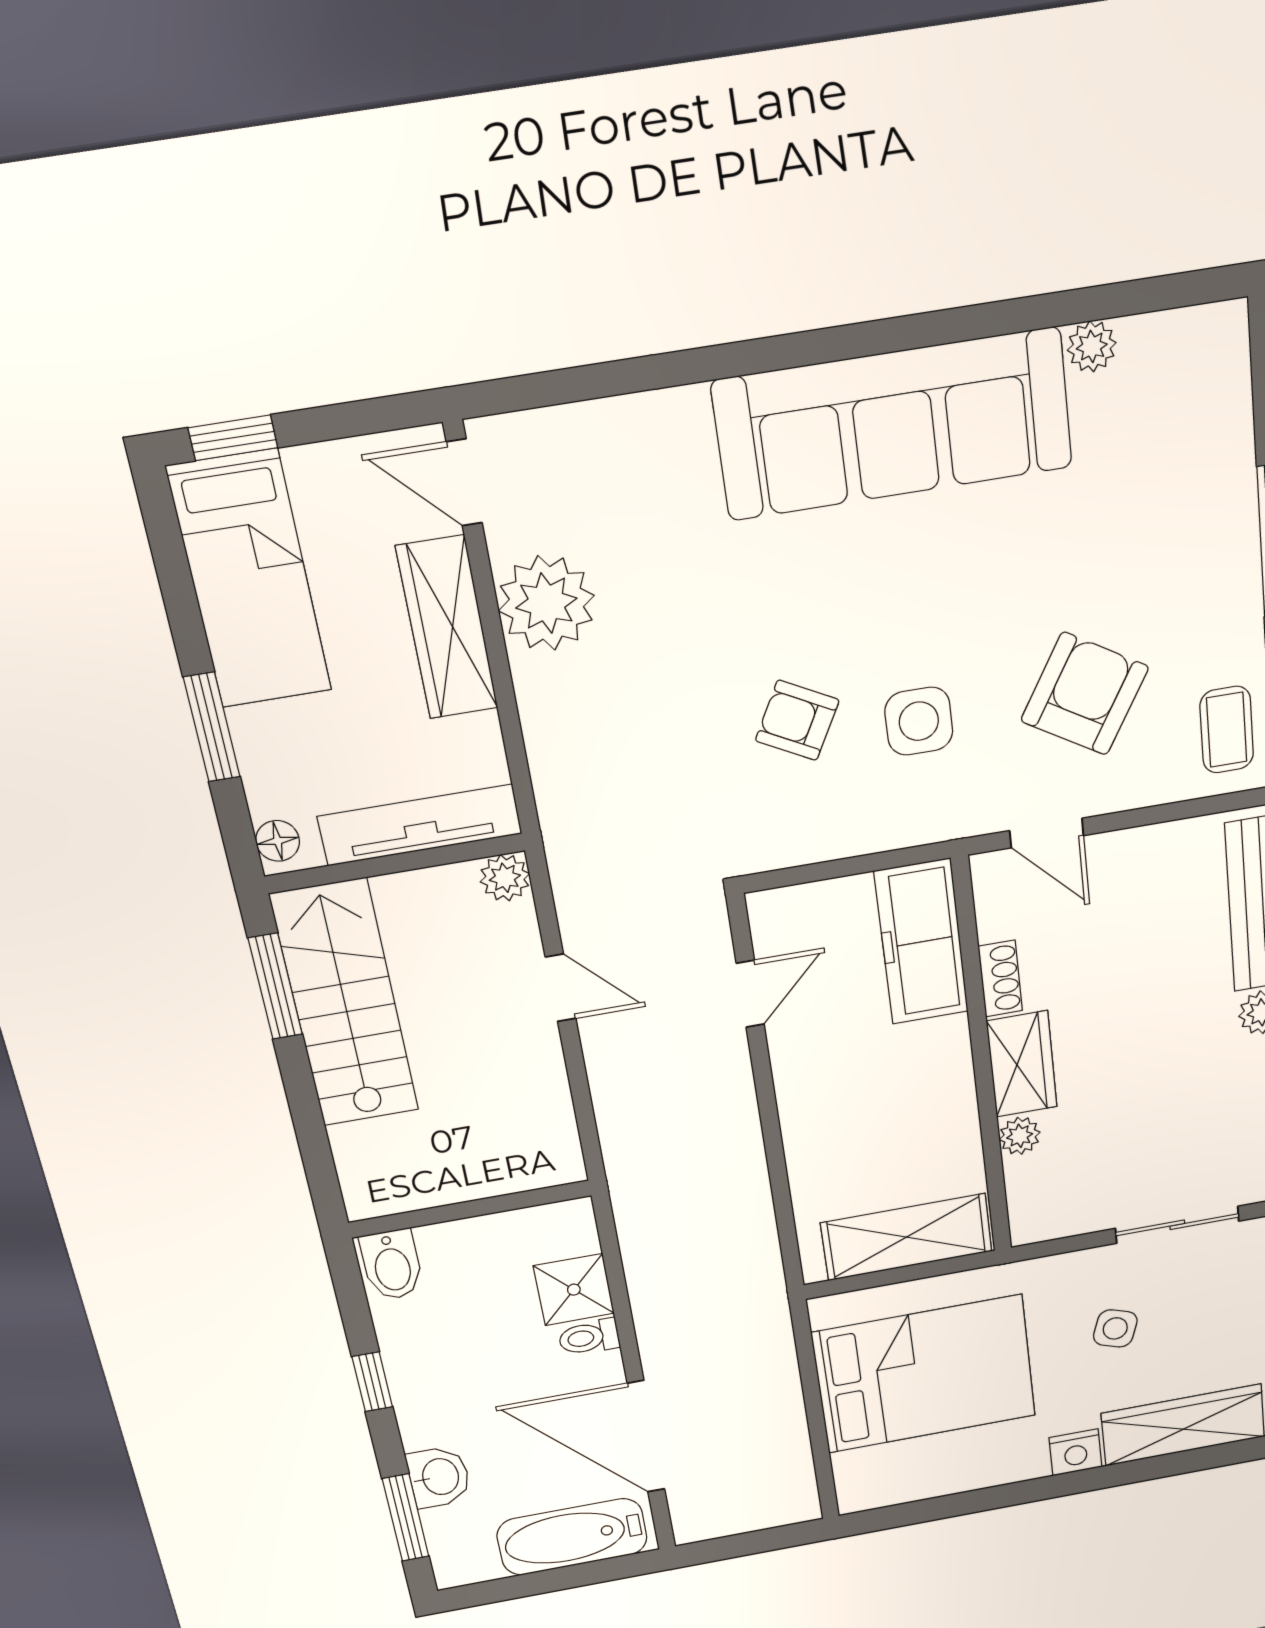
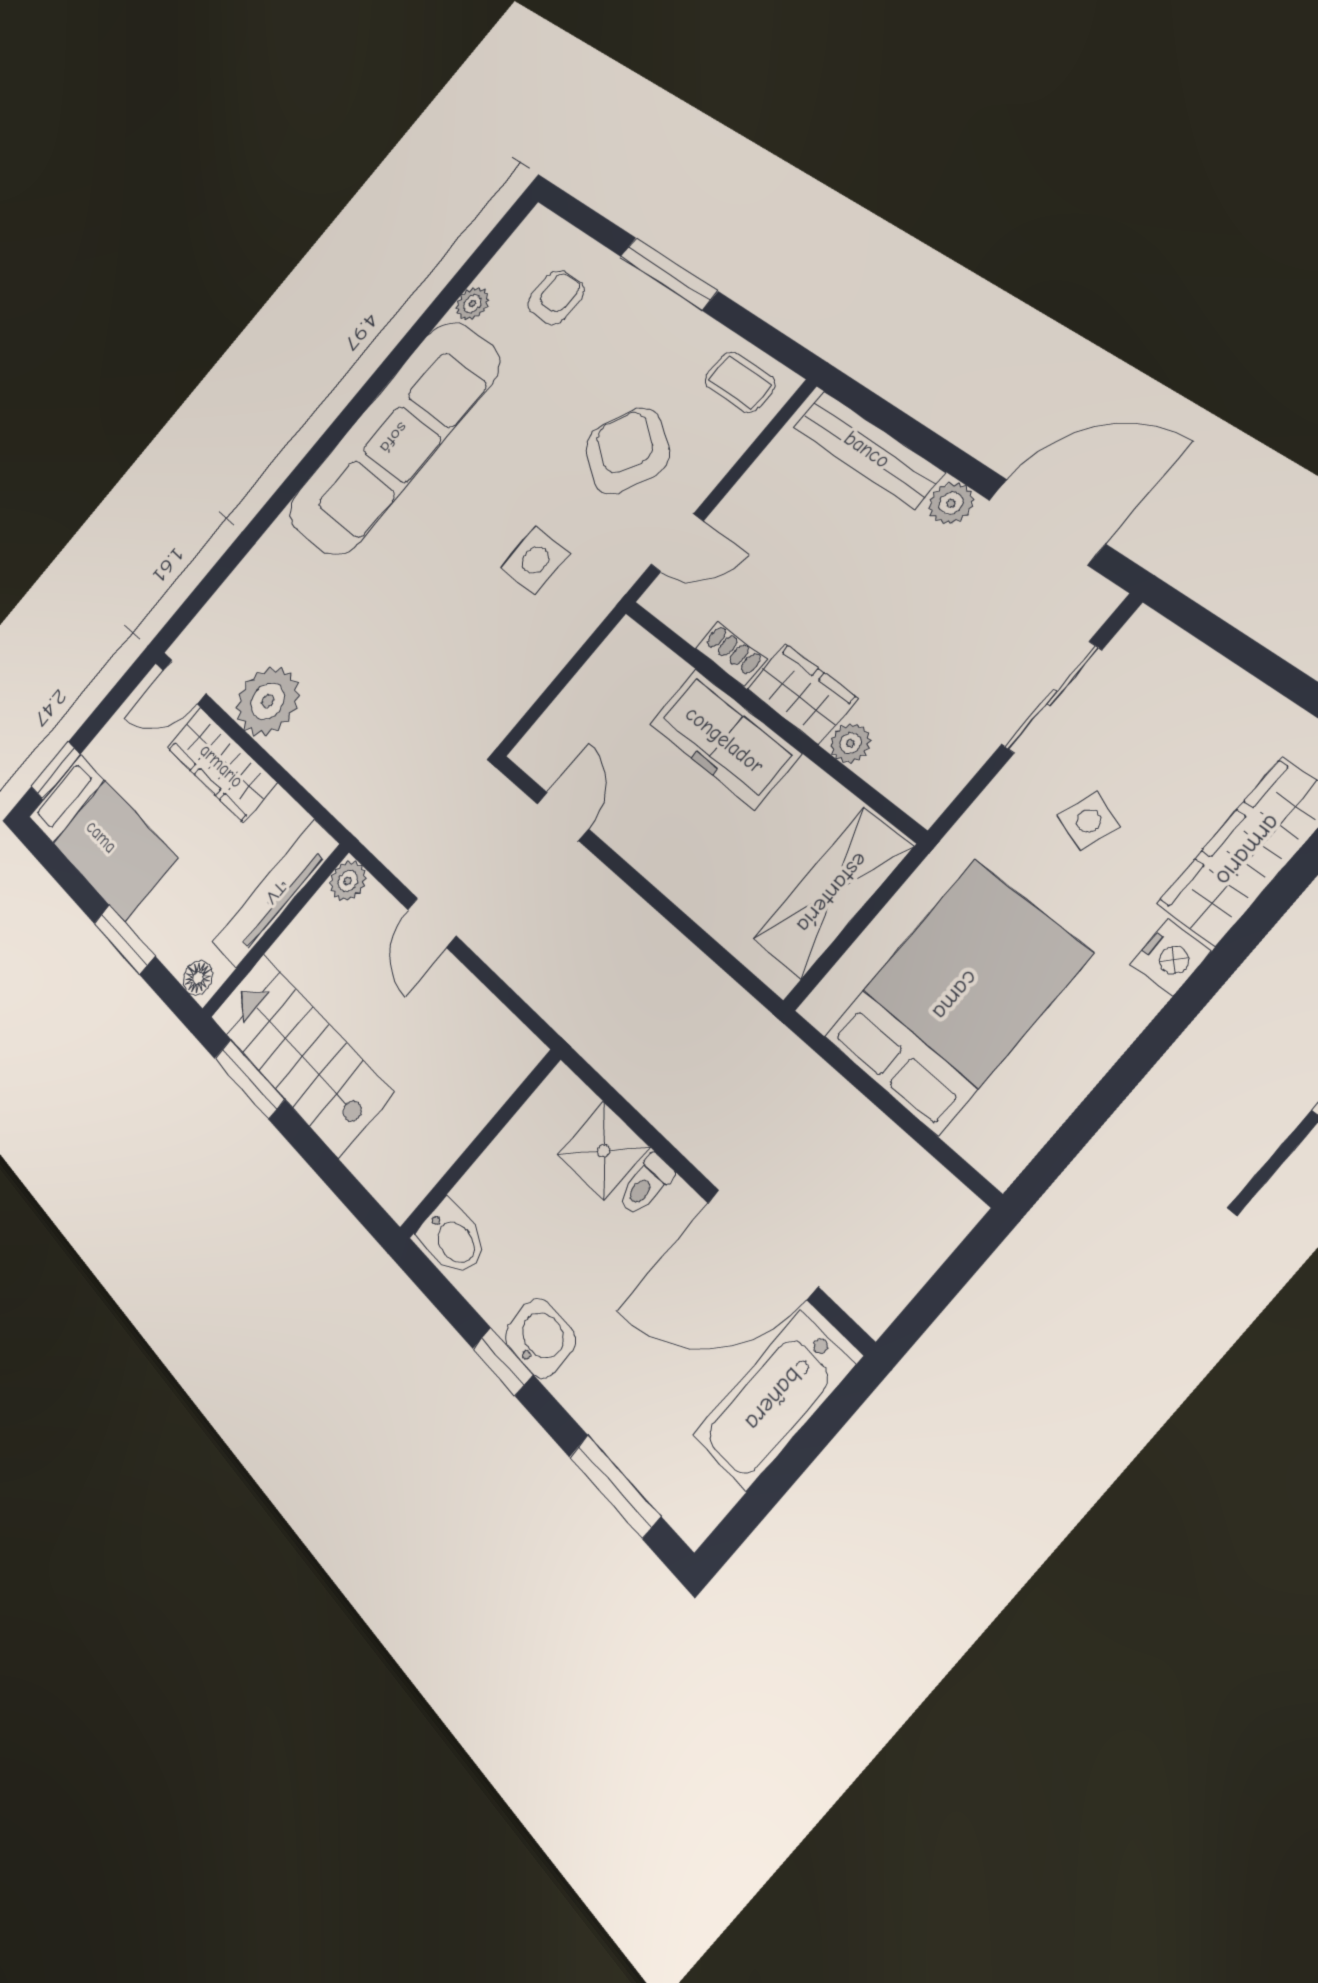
armchair: (797, 720) -> (556, 298), moved, turned 152
freezer: (921, 942) -> (725, 739), moved
door: (561, 988) -> (432, 923), swing flipped
washbasin: (439, 1477) -> (540, 1338), moved

